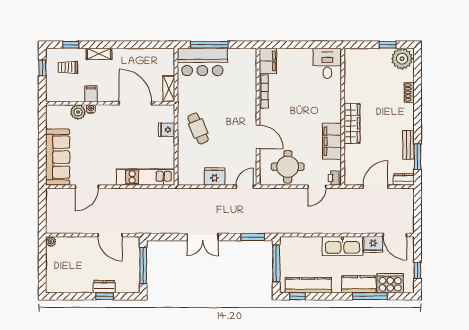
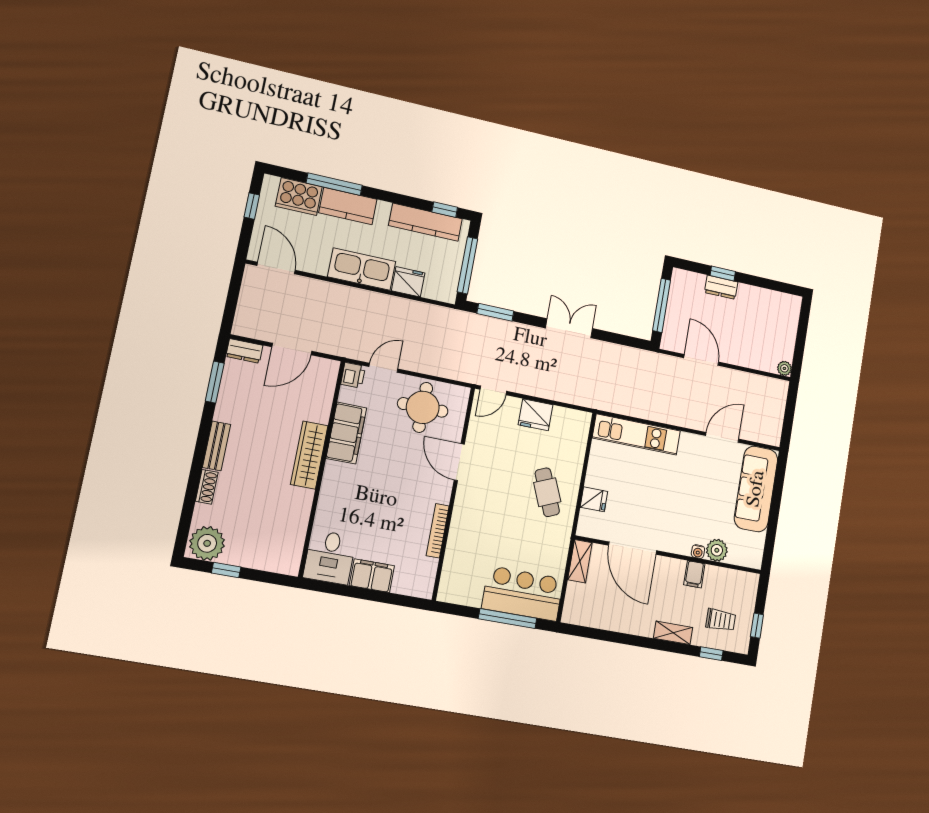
filing cabinet: (268, 61) -> (372, 576), moved, turned 90
bench: (408, 145) -> (217, 446), moved
fridge: (373, 244) -> (408, 282), moved

